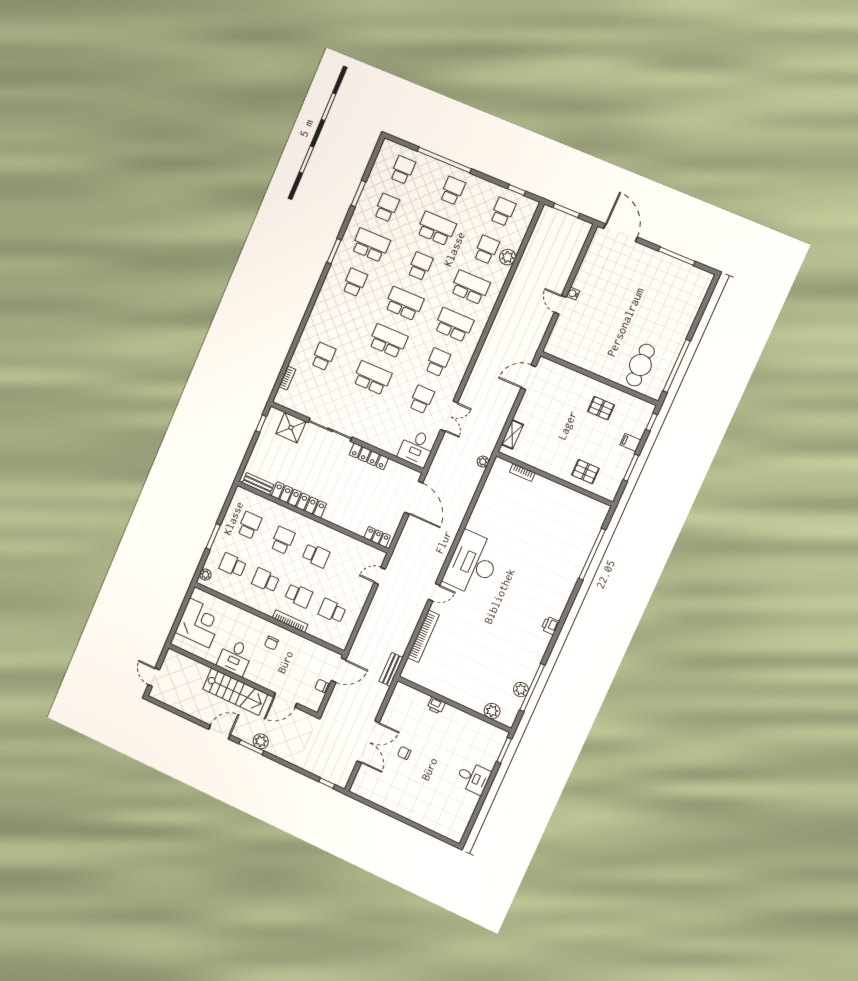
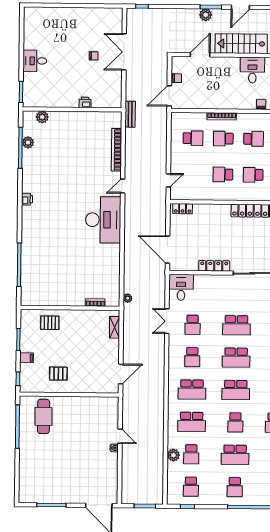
school desk: (283, 540) -> (253, 175), turned 90
chair: (271, 643) -> (261, 104), moved

